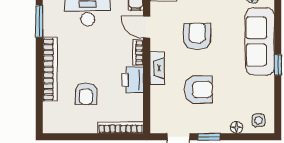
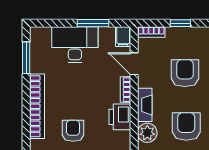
armchair: (198, 89) -> (186, 126), turned -90
armchair: (86, 94) -> (73, 131), turned 180
plant: (160, 96) -> (147, 133), added

